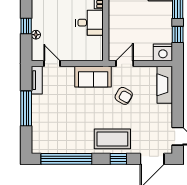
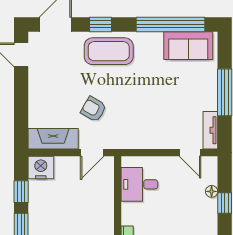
desk: (90, 23) -> (139, 184), moved
sofa: (93, 77) -> (188, 46), moved, turned 180
fireplace: (165, 85) -> (53, 139), moved, turned -90

